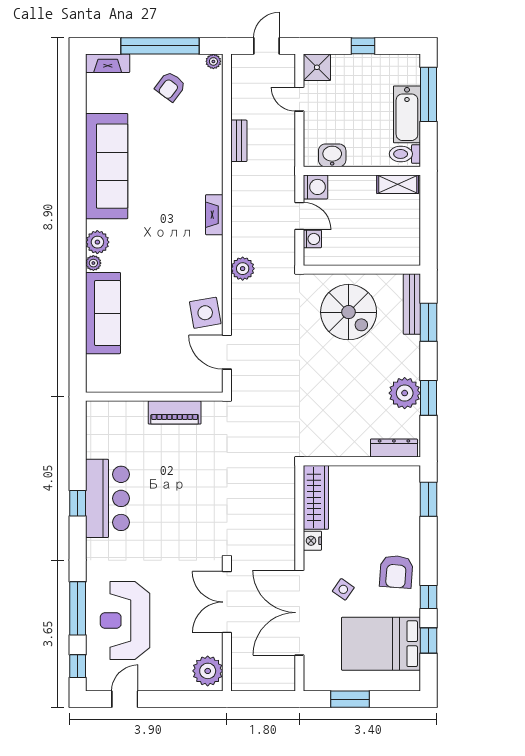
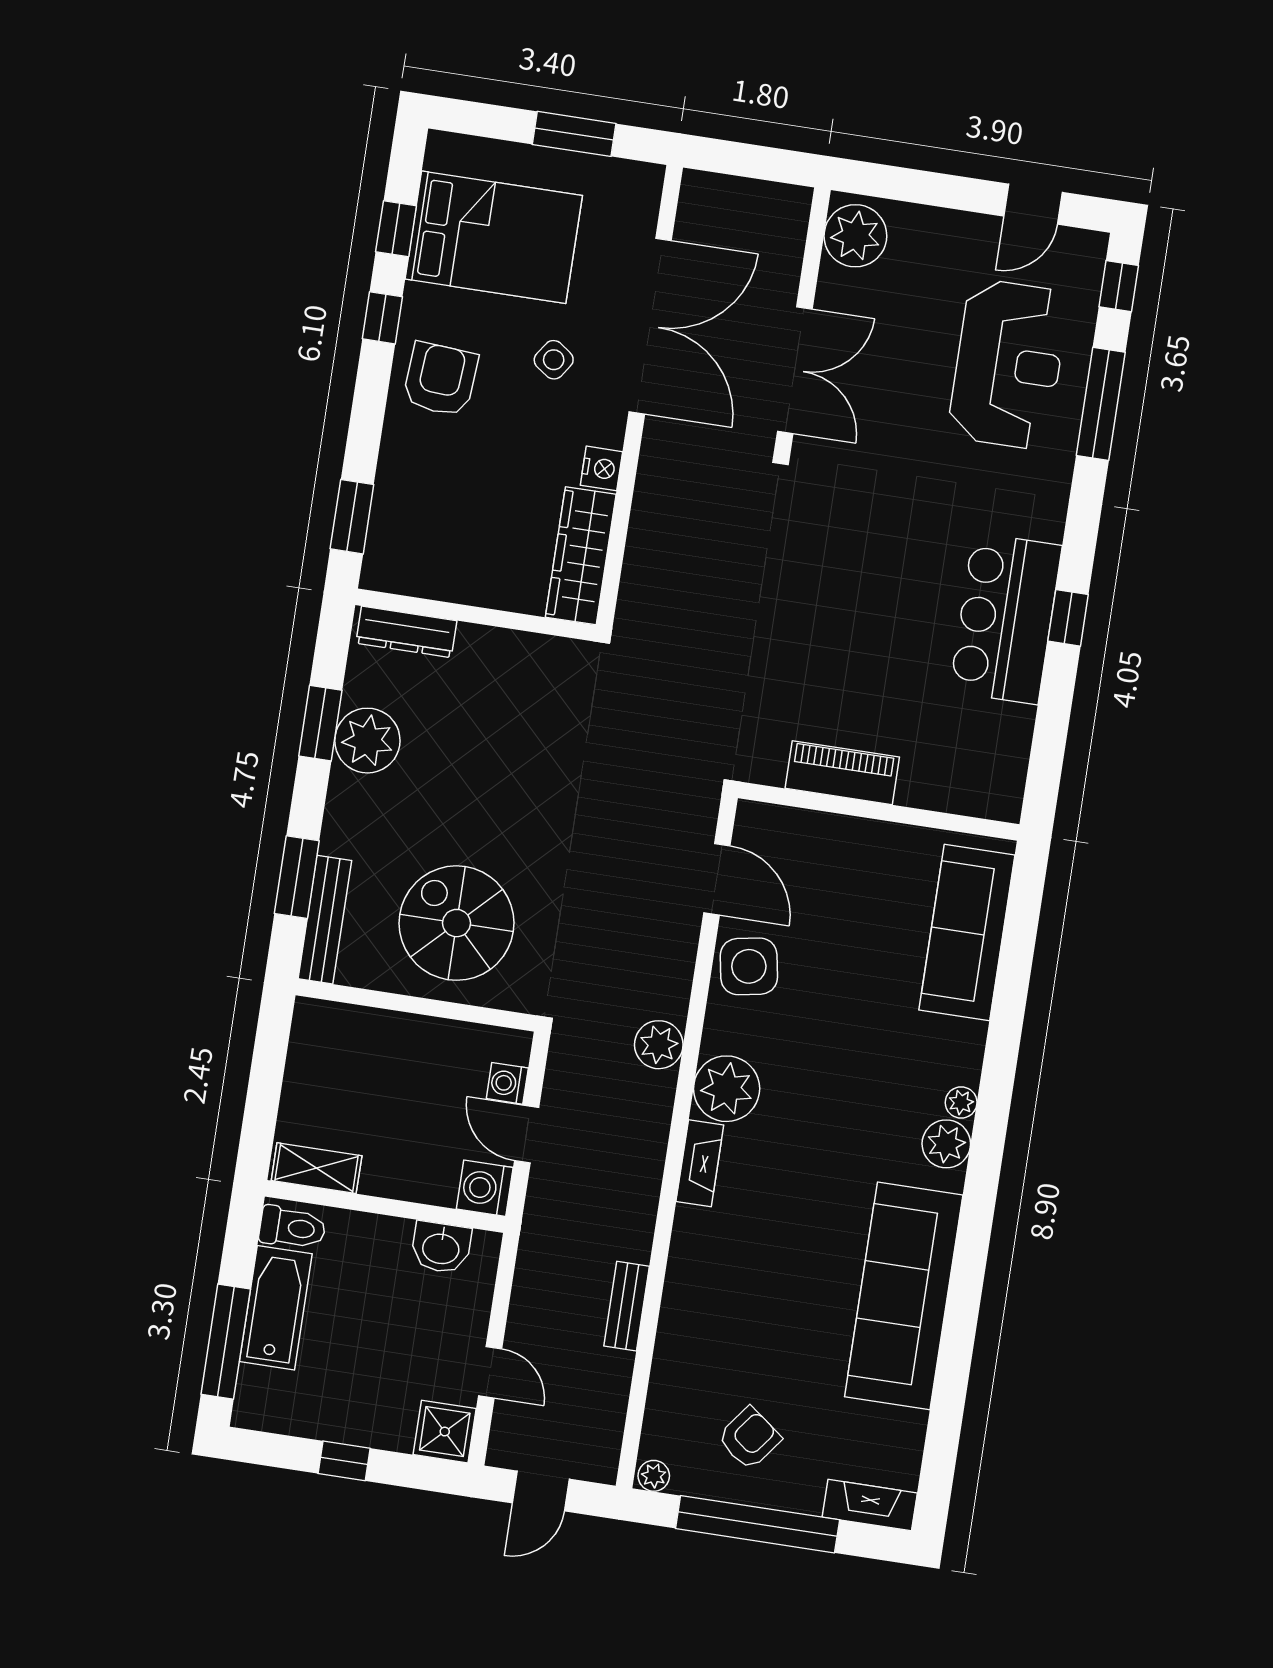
plant: (207, 252) -> (727, 1089), added
sofa: (103, 313) -> (967, 932), moved

